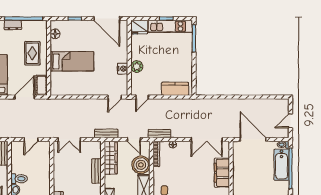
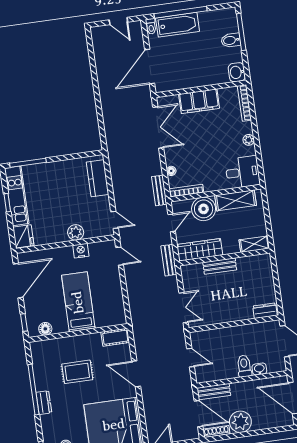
floor lamp: (55, 34) -> (45, 329), moved
wall: (49, 58) -> (78, 333), moved
bed: (72, 61) -> (78, 302), moved
cot: (41, 85) -> (115, 337), moved

